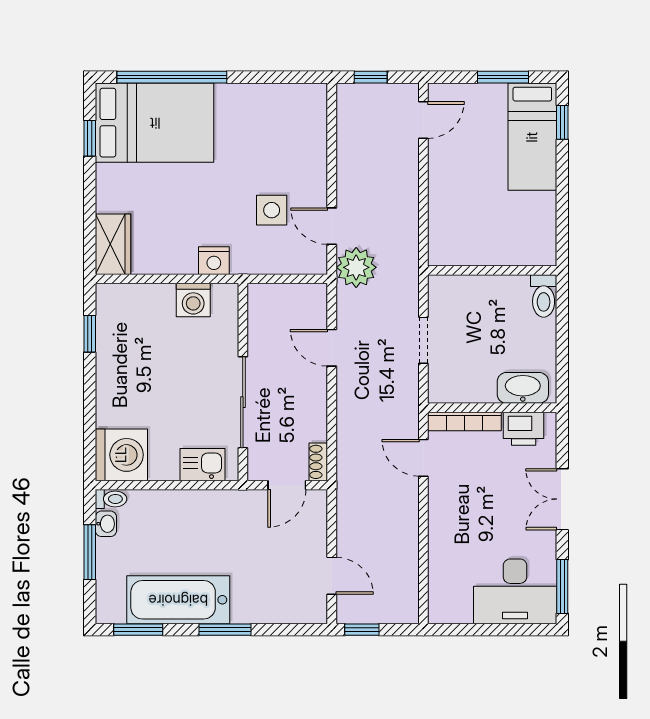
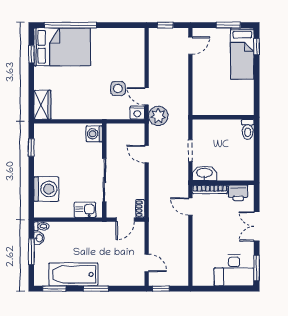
nightstand: (214, 261) -> (137, 113), moved
washing machine: (193, 300) -> (94, 134), moved, turned 90
washbasin: (523, 388) -> (205, 173), moved
washing machine: (121, 455) -> (46, 189), moved

